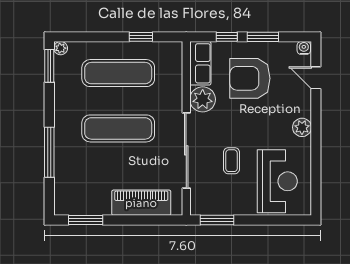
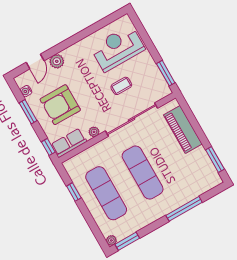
window: (227, 37) -> (48, 147), moved
water cooler: (304, 48) -> (26, 91), moved
armchair: (250, 78) -> (60, 105), turned 90
plant: (203, 99) -> (94, 132), width x0.53, depth x0.53
plant: (302, 127) -> (57, 61), moved

